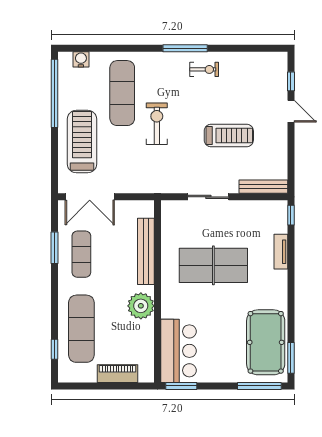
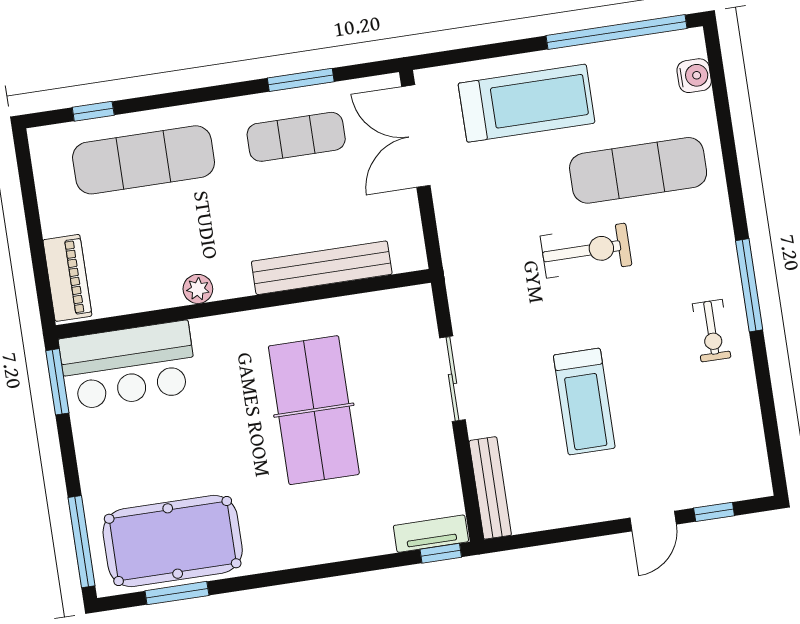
tv unit: (281, 252) -> (431, 534), moved
plant: (141, 306) -> (198, 289), width x0.53, depth x0.53
window: (291, 358) -> (177, 593), moved
piano: (118, 374) -> (67, 278), moved

